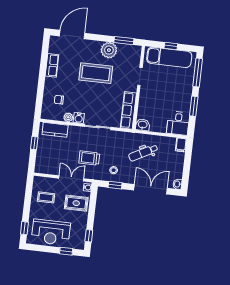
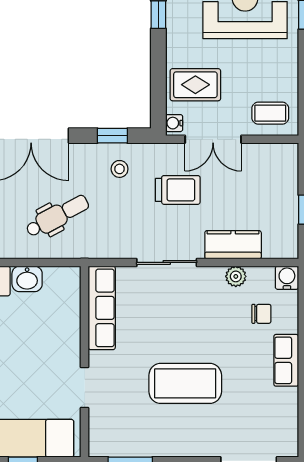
plant: (109, 50) -> (161, 439), removed
row of seats: (52, 65) -> (286, 360), moved
water cooler: (79, 118) -> (287, 278), moved
washbasin: (143, 125) -> (27, 279), moved
kitchen counter: (55, 130) -> (233, 245), moved
coffee table: (46, 197) -> (270, 113), moved

